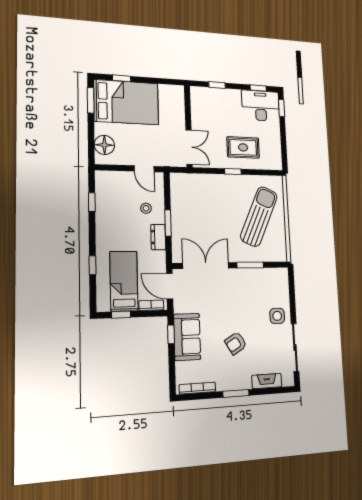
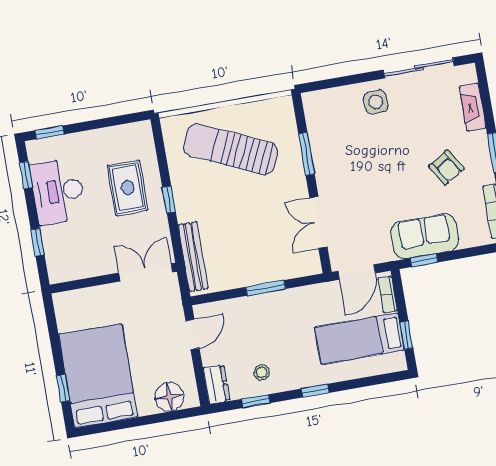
window: (91, 100) -> (107, 427), removed
desk: (261, 106) -> (58, 191), moved
bench: (195, 179) -> (193, 257), added
stool: (146, 208) -> (262, 372), moved
dresser: (158, 237) -> (216, 384), moved, turned -90
window: (92, 265) -> (315, 391), moved
double door: (206, 266) -> (318, 222), width x0.73
armchair: (236, 343) -> (446, 167), moved

